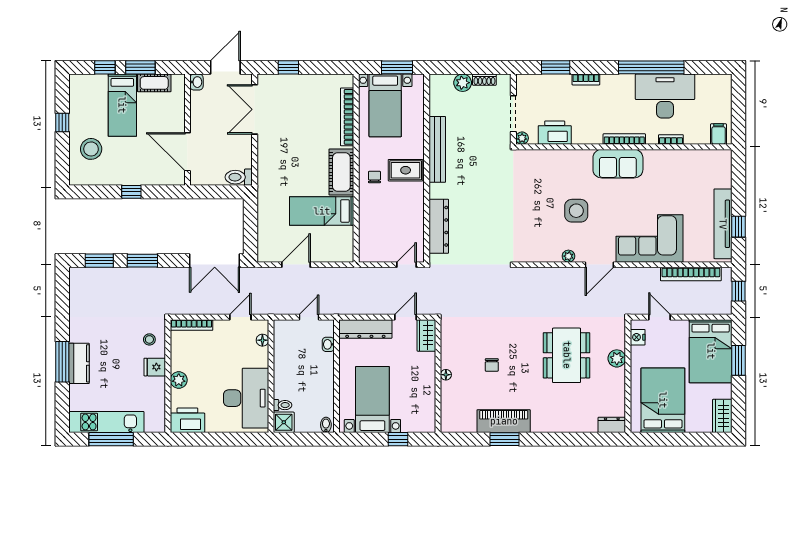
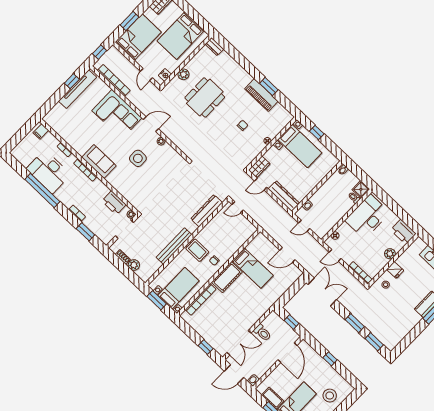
toilet: (239, 177) -> (262, 333), moved
window: (217, 192) -> (292, 322), added
bed with nightstands: (372, 399) -> (300, 146), moved, turned -90

